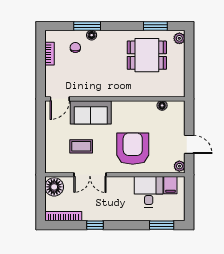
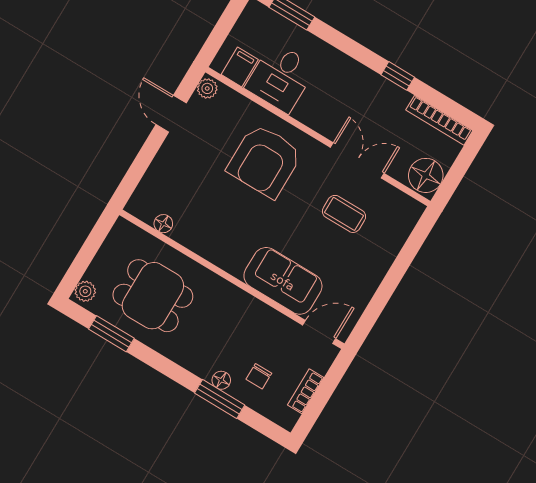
door: (60, 99) -> (319, 332), moved
wall: (115, 99) -> (232, 279), moved
floor lamp: (162, 105) -> (163, 224), moved
sofa: (91, 112) -> (283, 281), moved

